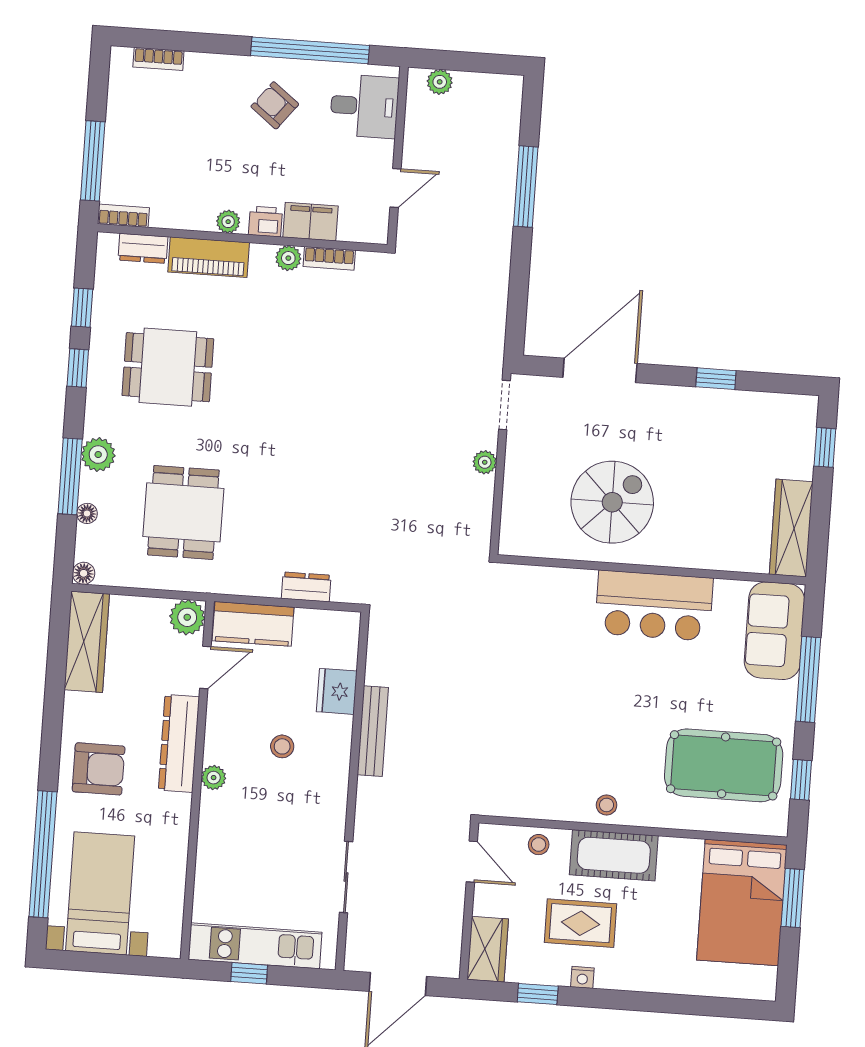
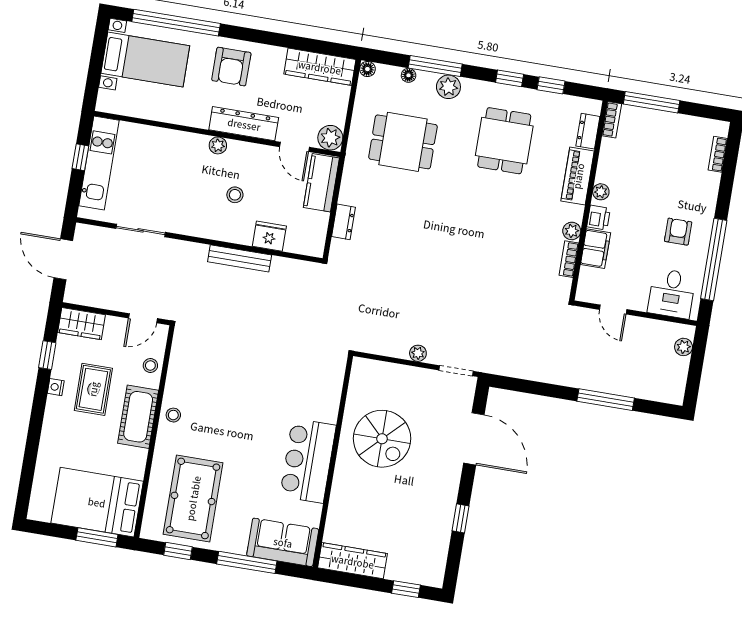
armchair: (275, 105) -> (678, 232), turned -38

